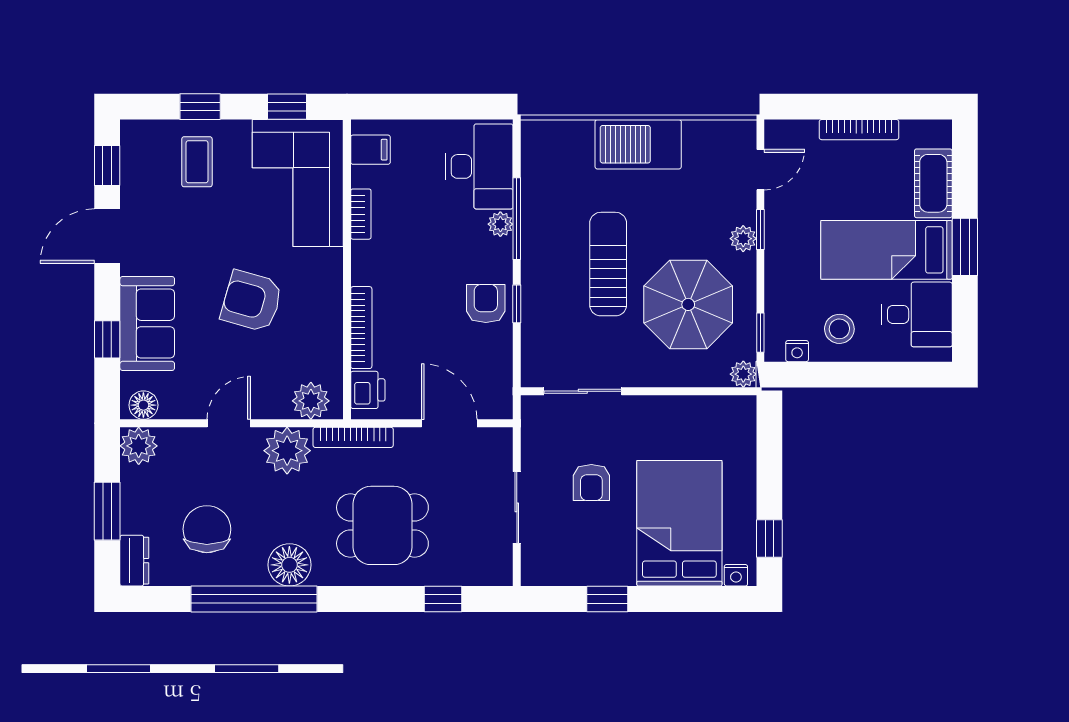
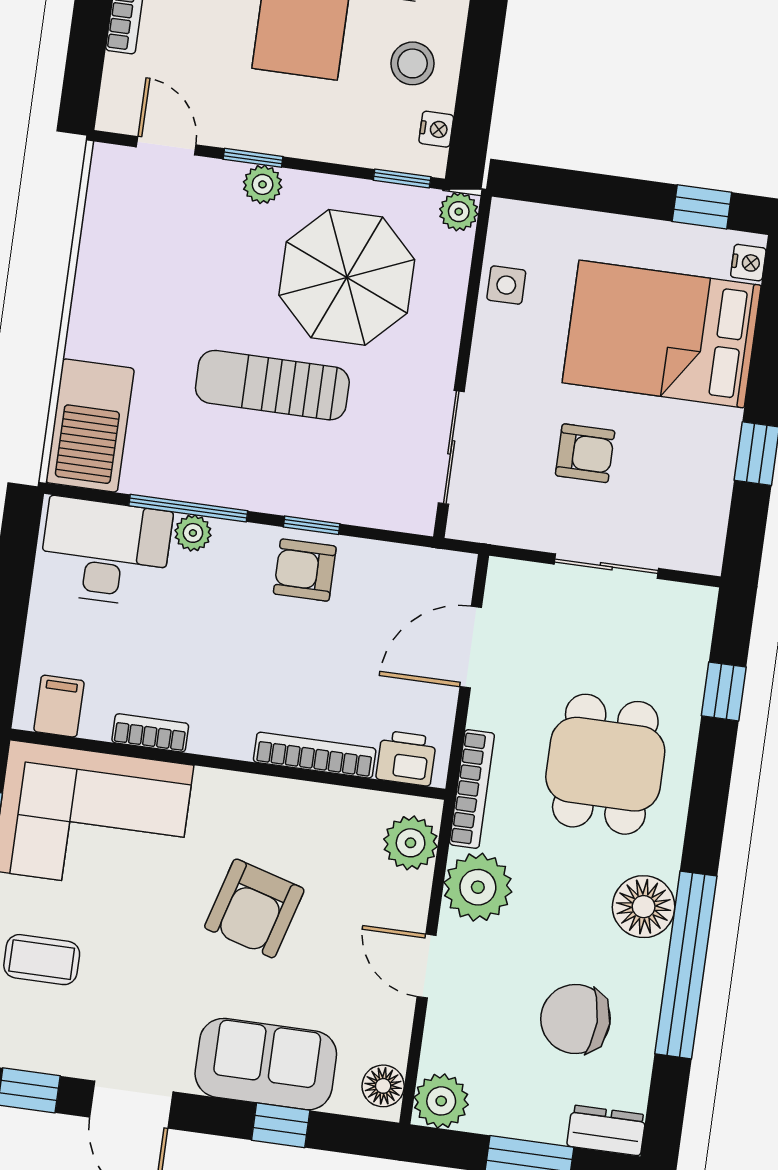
barbecue: (638, 144) -> (90, 425), moved
side table: (698, 413) -> (506, 285), added

